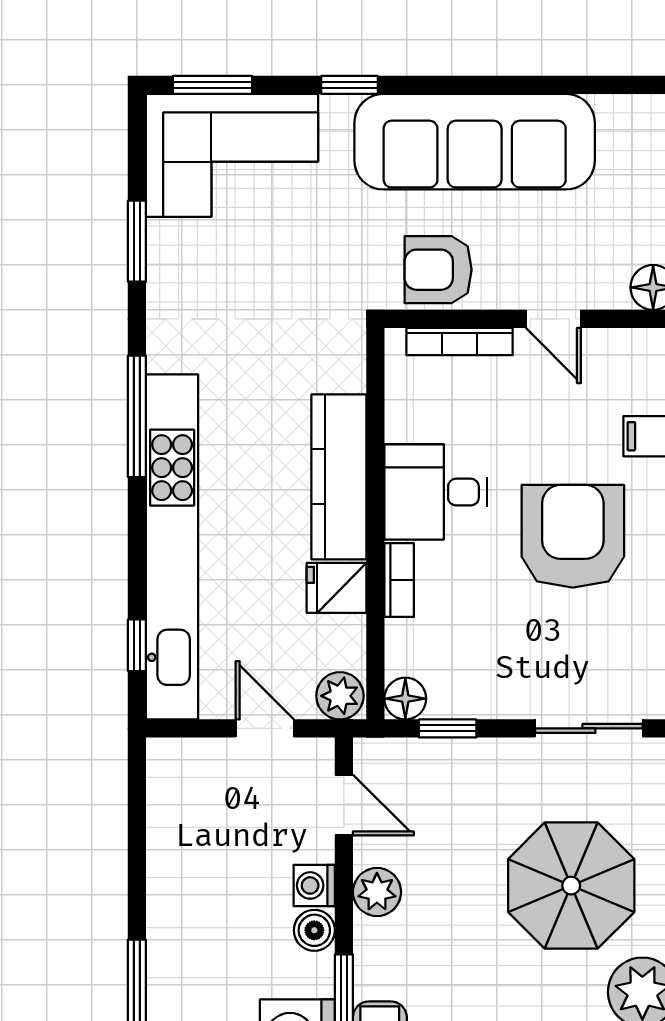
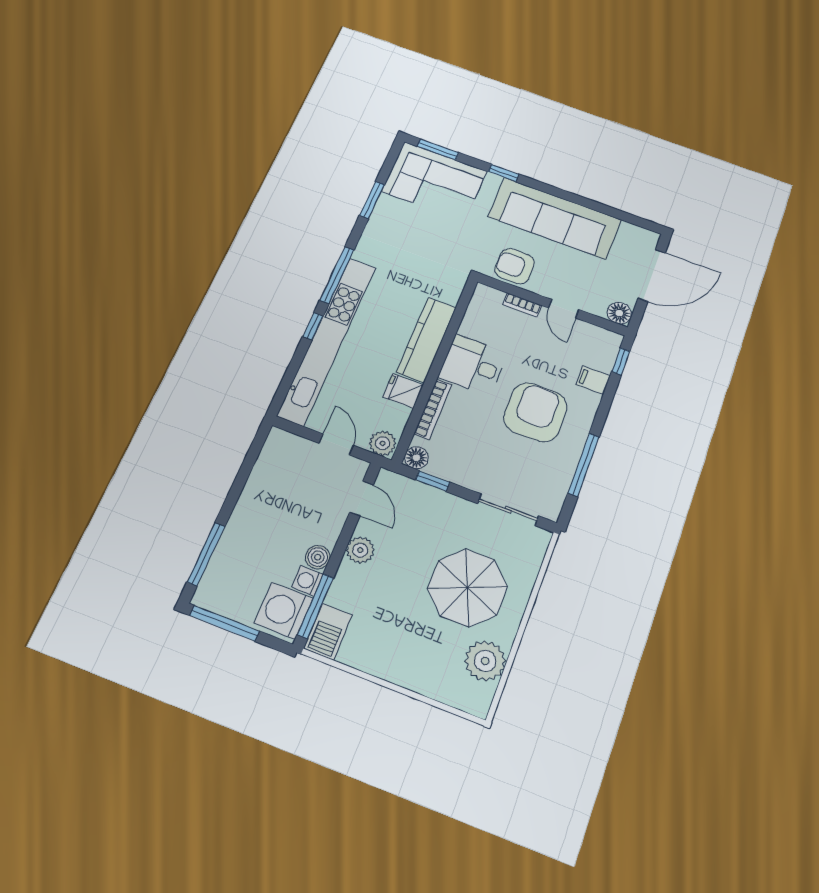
bookcase: (460, 342) -> (522, 305), width x0.64
bookcase: (399, 580) -> (433, 409), width x1.56
window: (137, 645) -> (313, 326), moved
washing machine: (314, 885) -> (307, 581), moved

